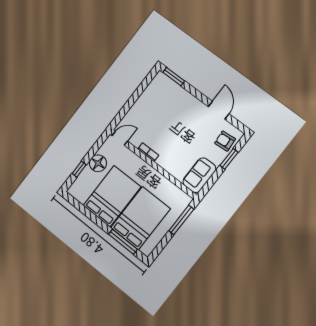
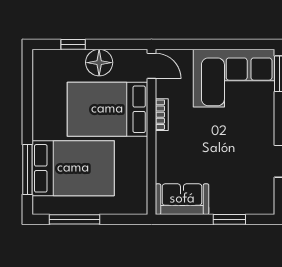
corner sofa: (158, 101) -> (234, 78), added
armchair: (225, 141) -> (247, 198), removed
bed: (112, 196) -> (107, 109), moved, turned 180
window: (181, 220) -> (74, 219), moved

